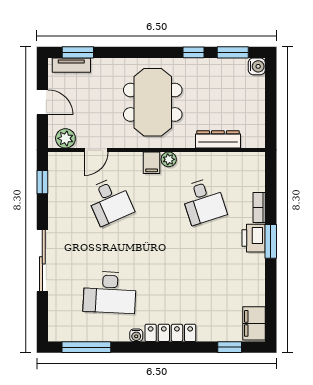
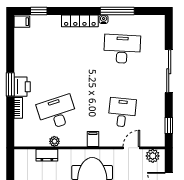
dresser: (218, 139) -> (47, 155), width x0.70
plant: (169, 159) -> (54, 141), moved
desk: (110, 201) -> (122, 112), turned 30
desk: (203, 201) -> (57, 112), width x1.37
filing cabinet: (254, 323) -> (22, 22), width x0.50
window: (86, 347) -> (117, 11), moved

